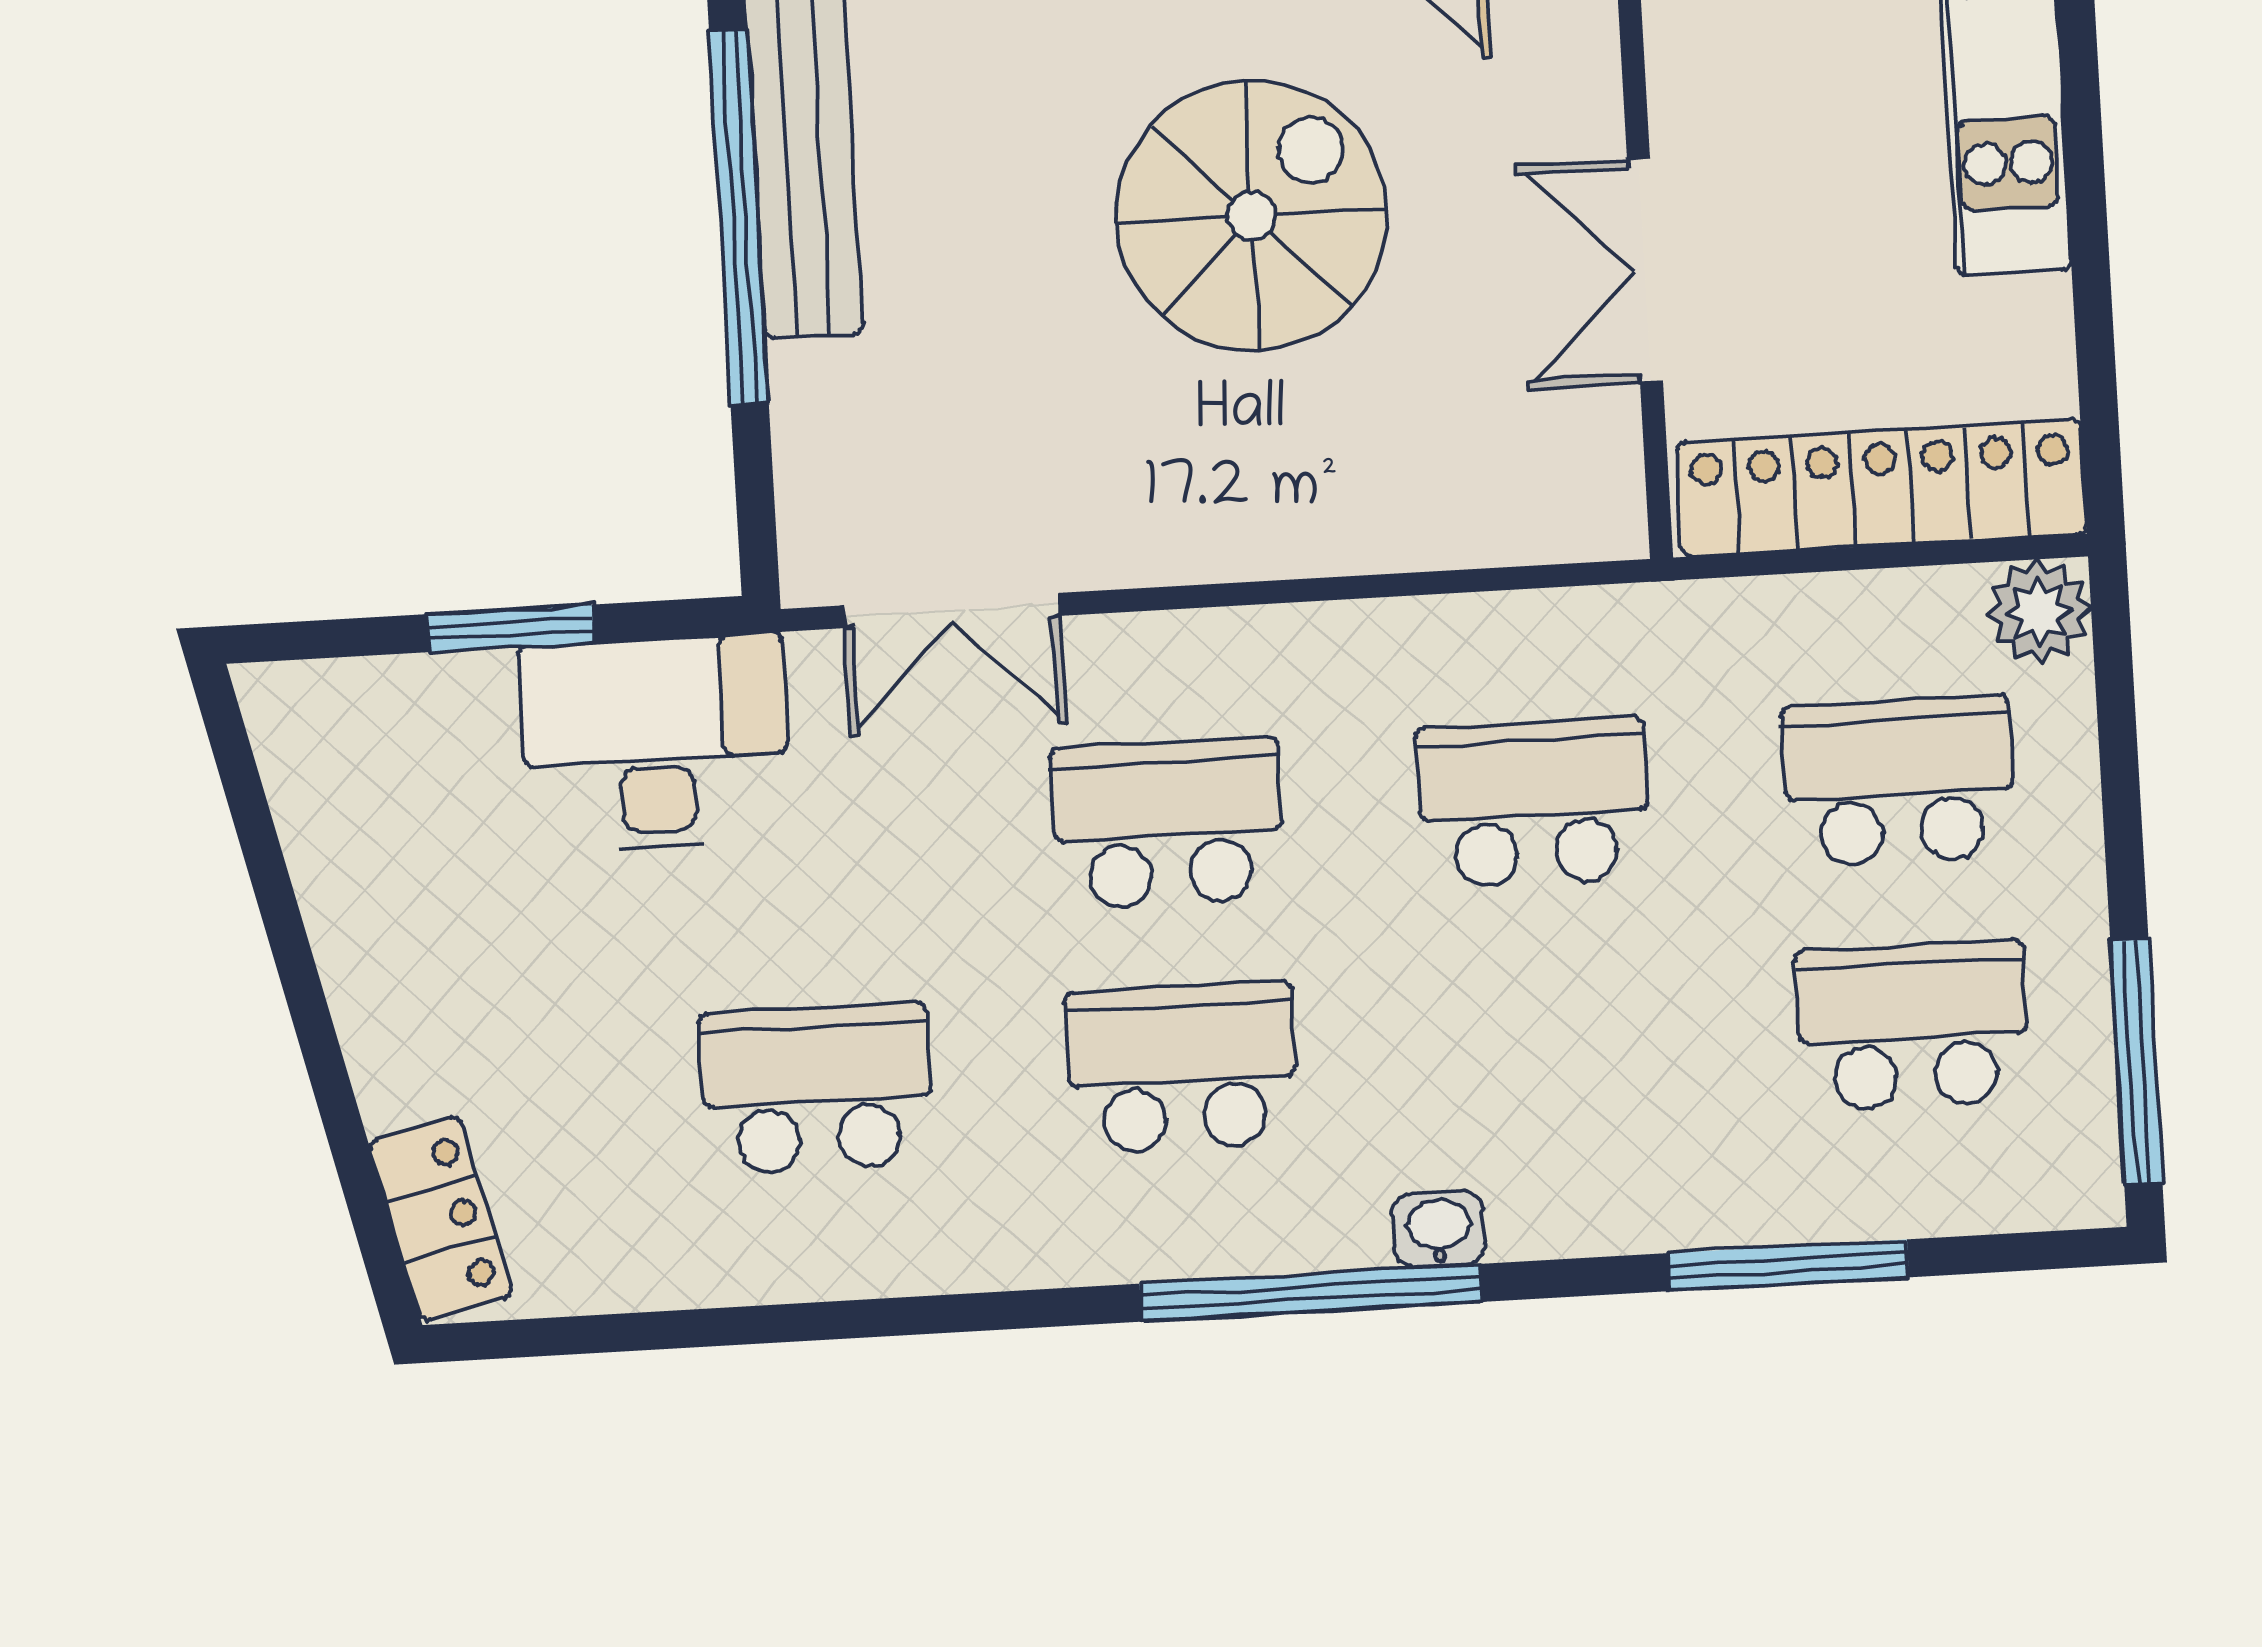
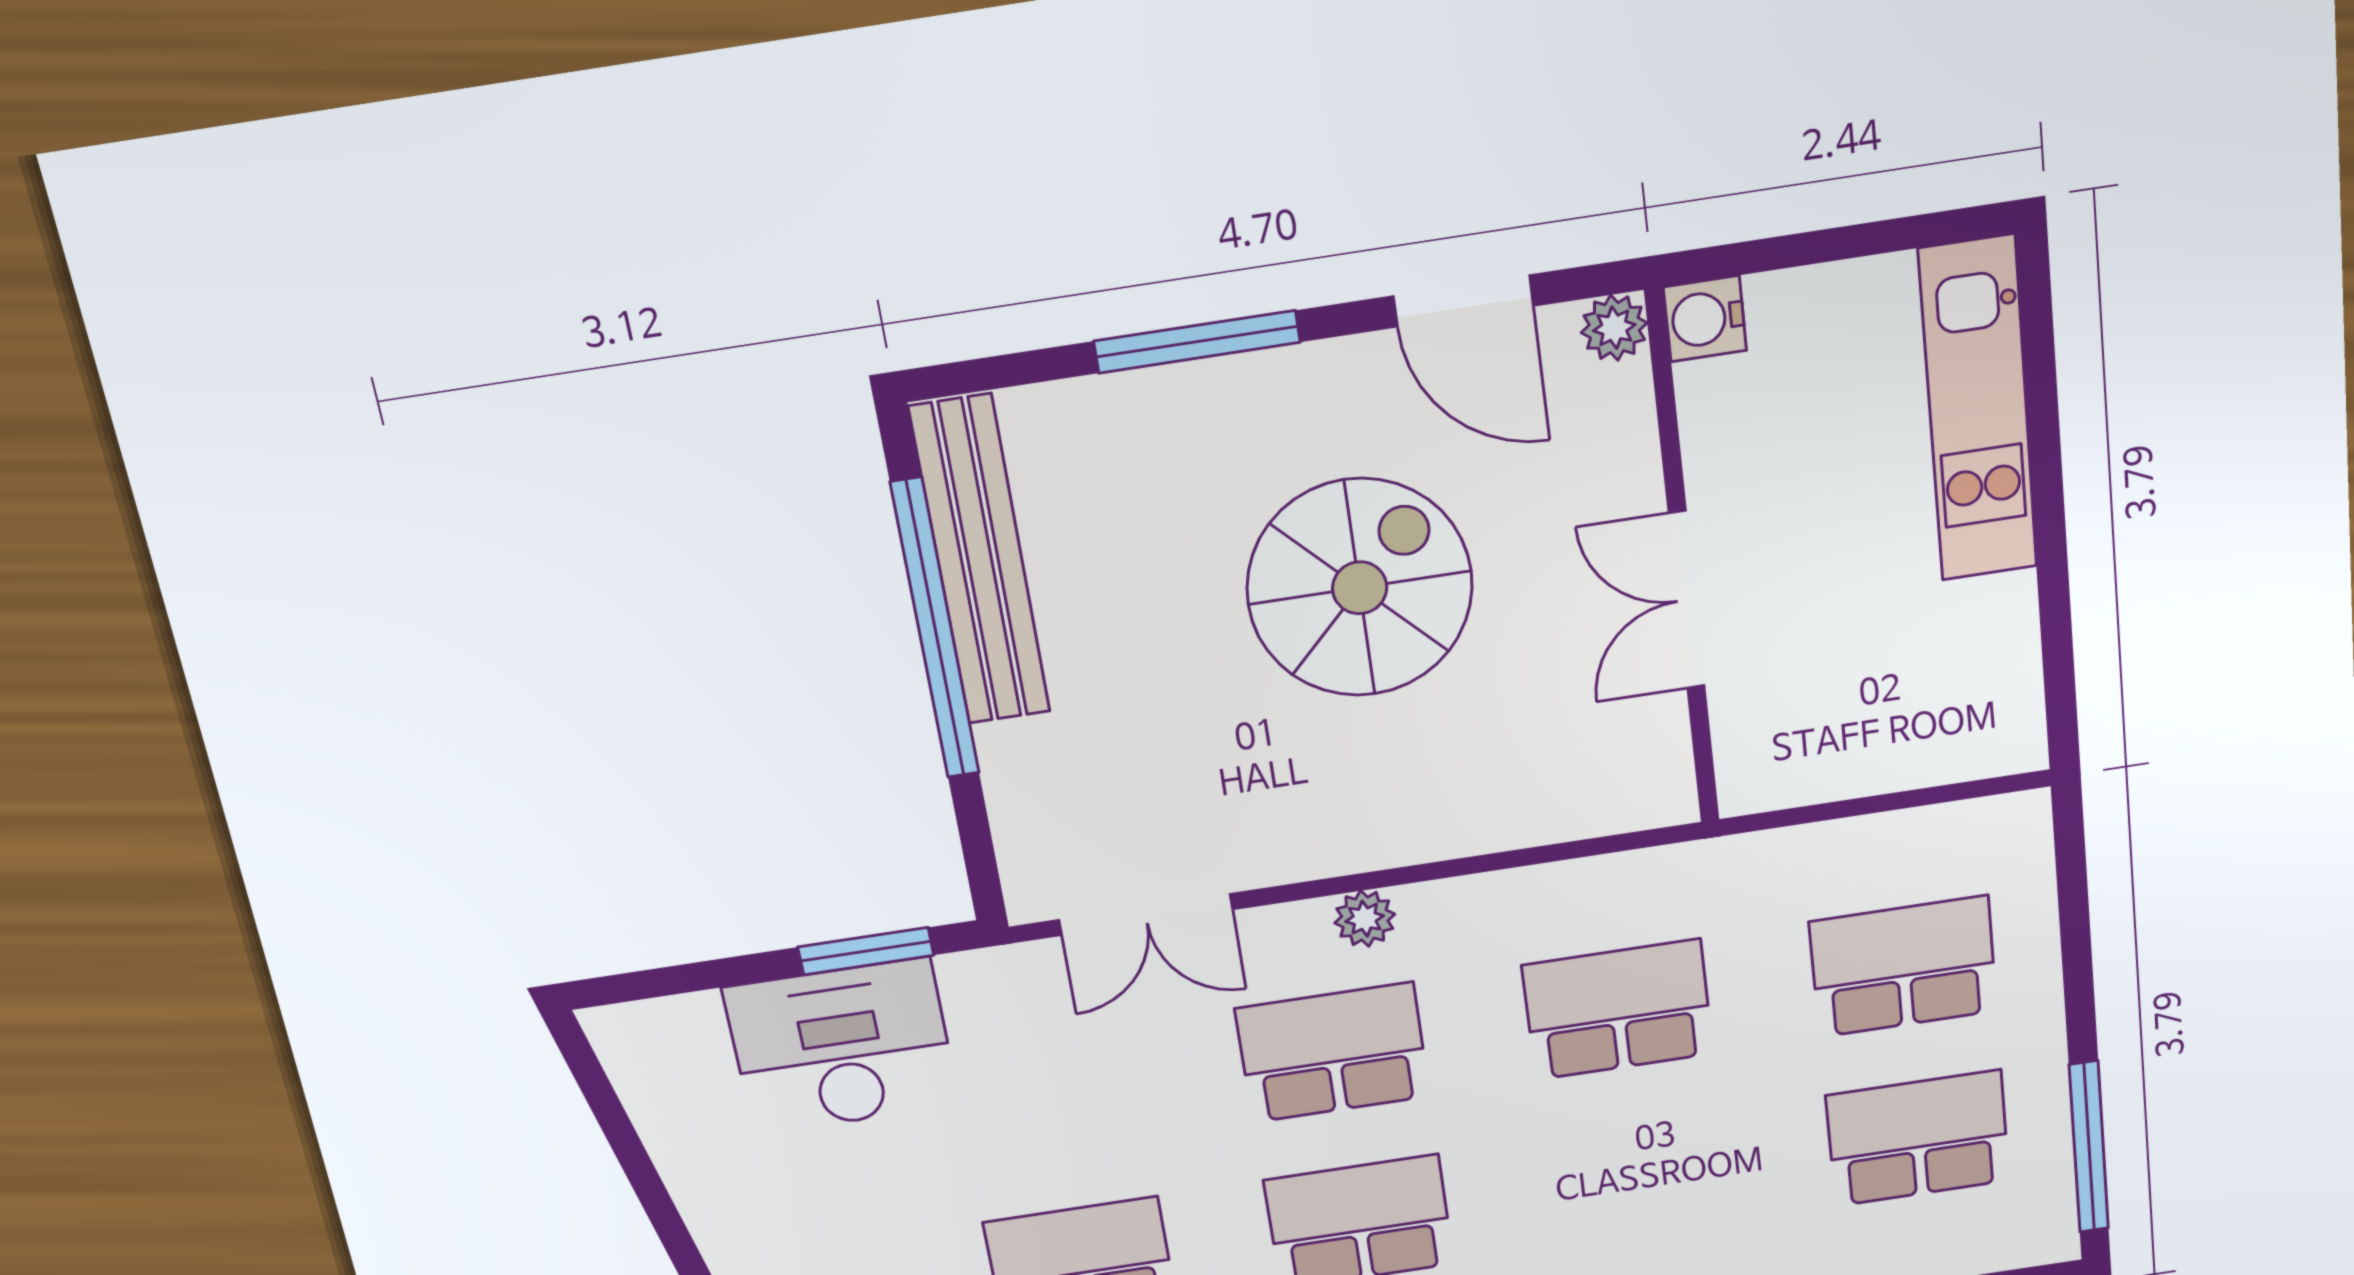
locker: (1881, 488) -> (1884, 751), removed
plant: (2039, 612) -> (1365, 919), moved, width x0.73, depth x0.73
window: (510, 628) -> (866, 951), moved
desk: (655, 743) -> (842, 1047), moved

